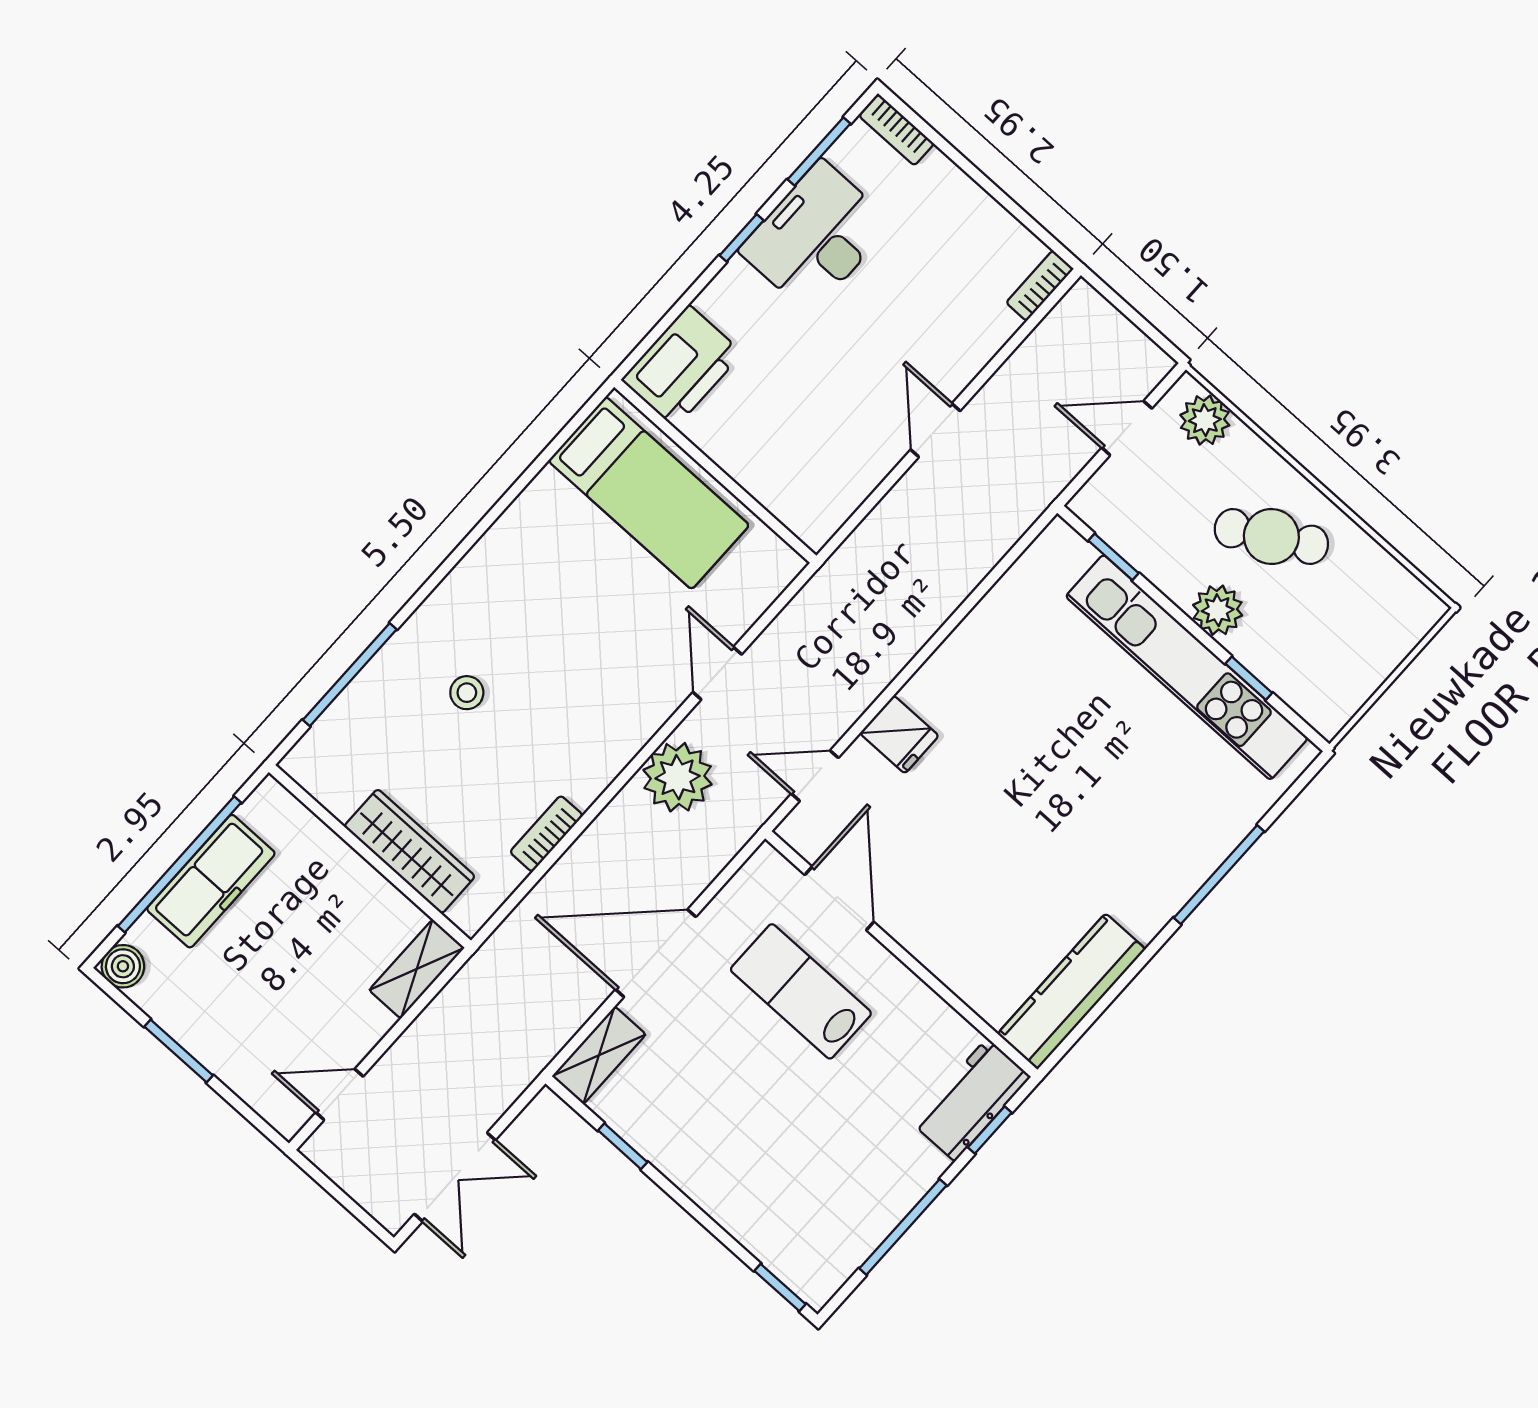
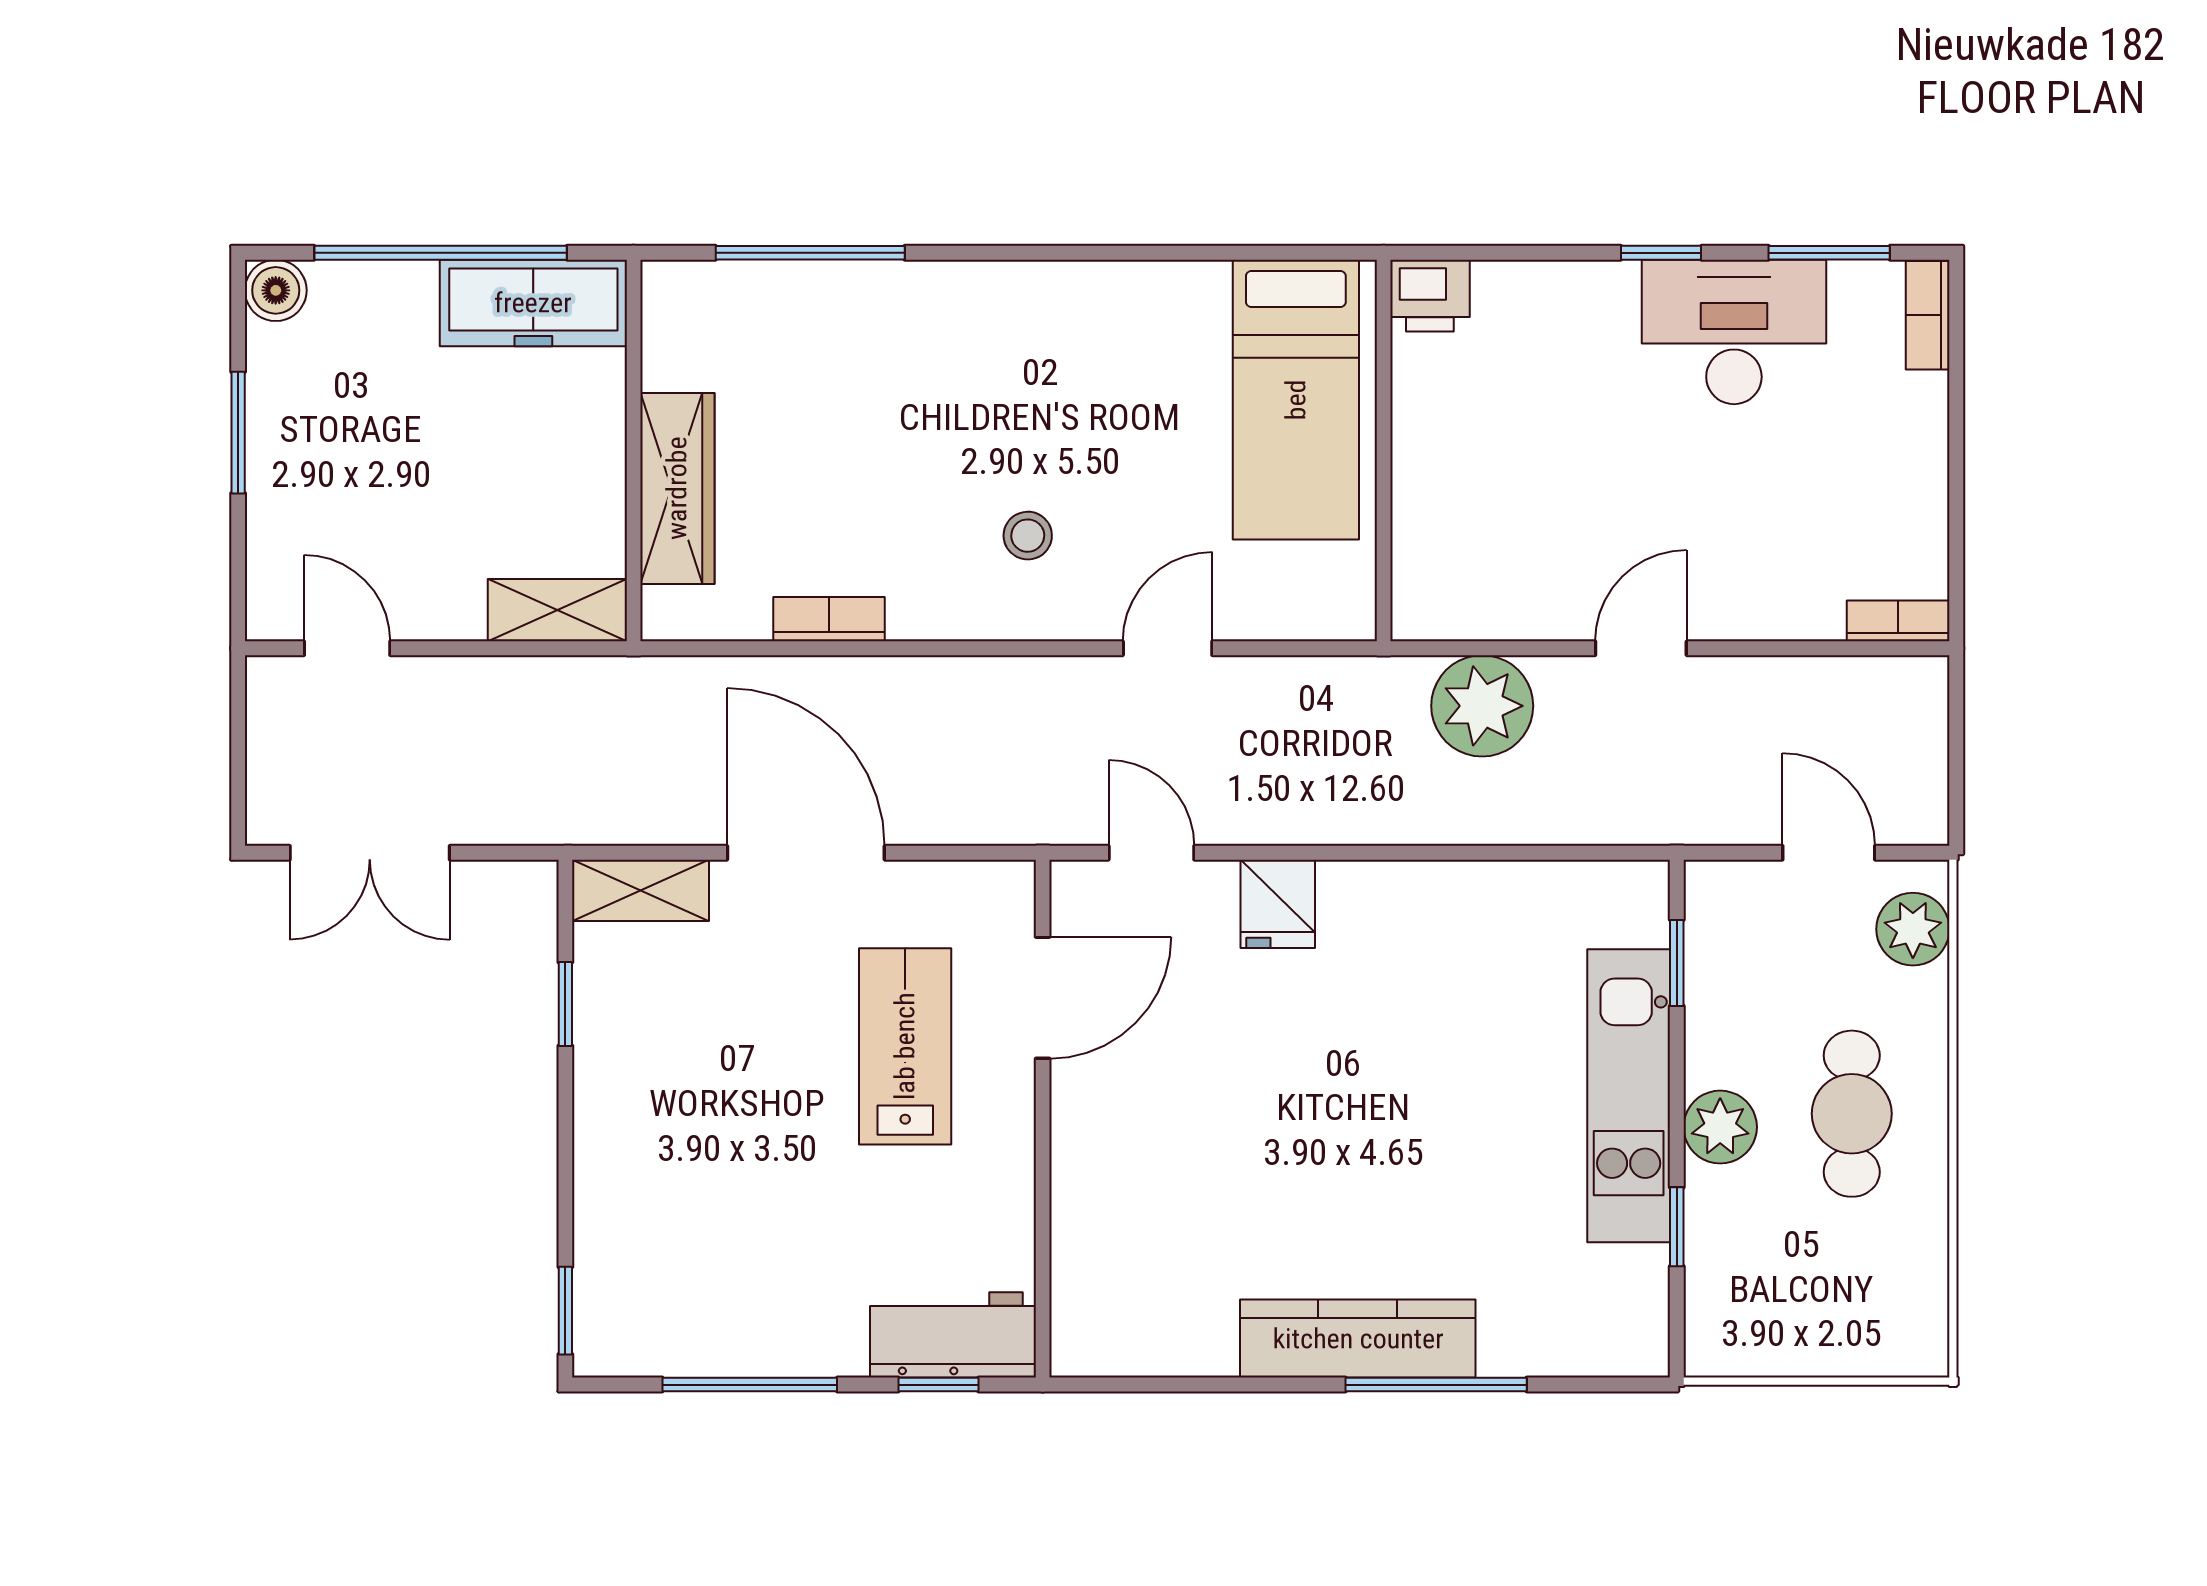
printer: (682, 366) -> (1430, 296), width x0.53, depth x0.68
cafe table: (1271, 537) -> (1852, 1114), turned 30
kitchen unit: (1187, 667) -> (1629, 1096), width x0.73
stool: (467, 693) -> (1028, 536), moved
plant: (678, 777) -> (1482, 706), moved
freezer: (211, 881) -> (533, 303), moved
kitchen counter: (1071, 991) -> (1358, 1339), moved

